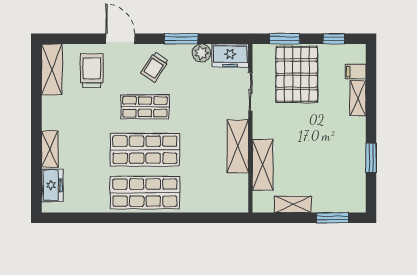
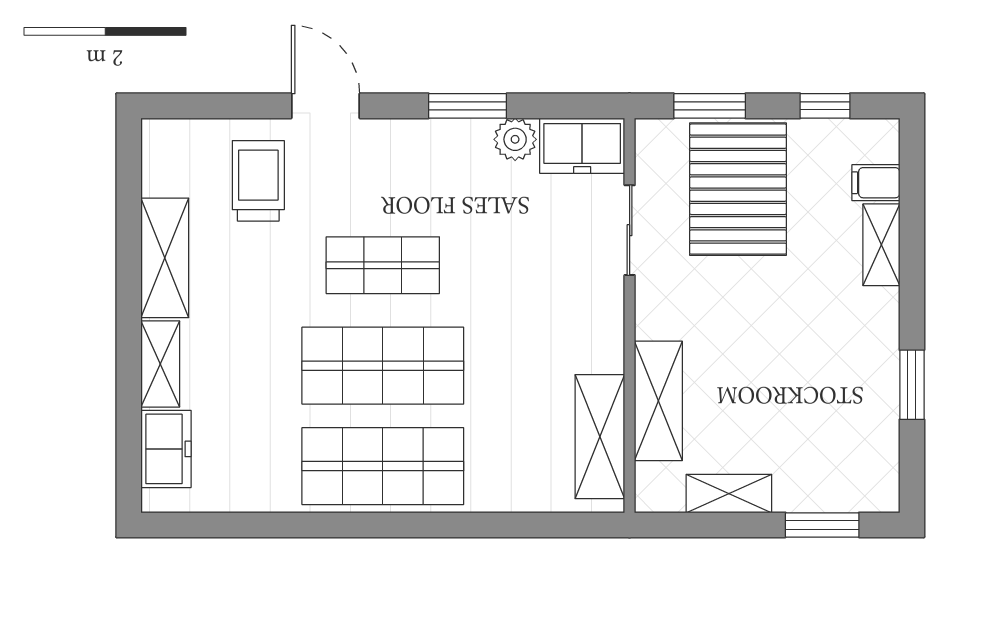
trolley: (155, 67) -> (406, 172), removed
shelving: (52, 69) -> (165, 258), moved
shelving: (238, 146) -> (600, 437), moved

